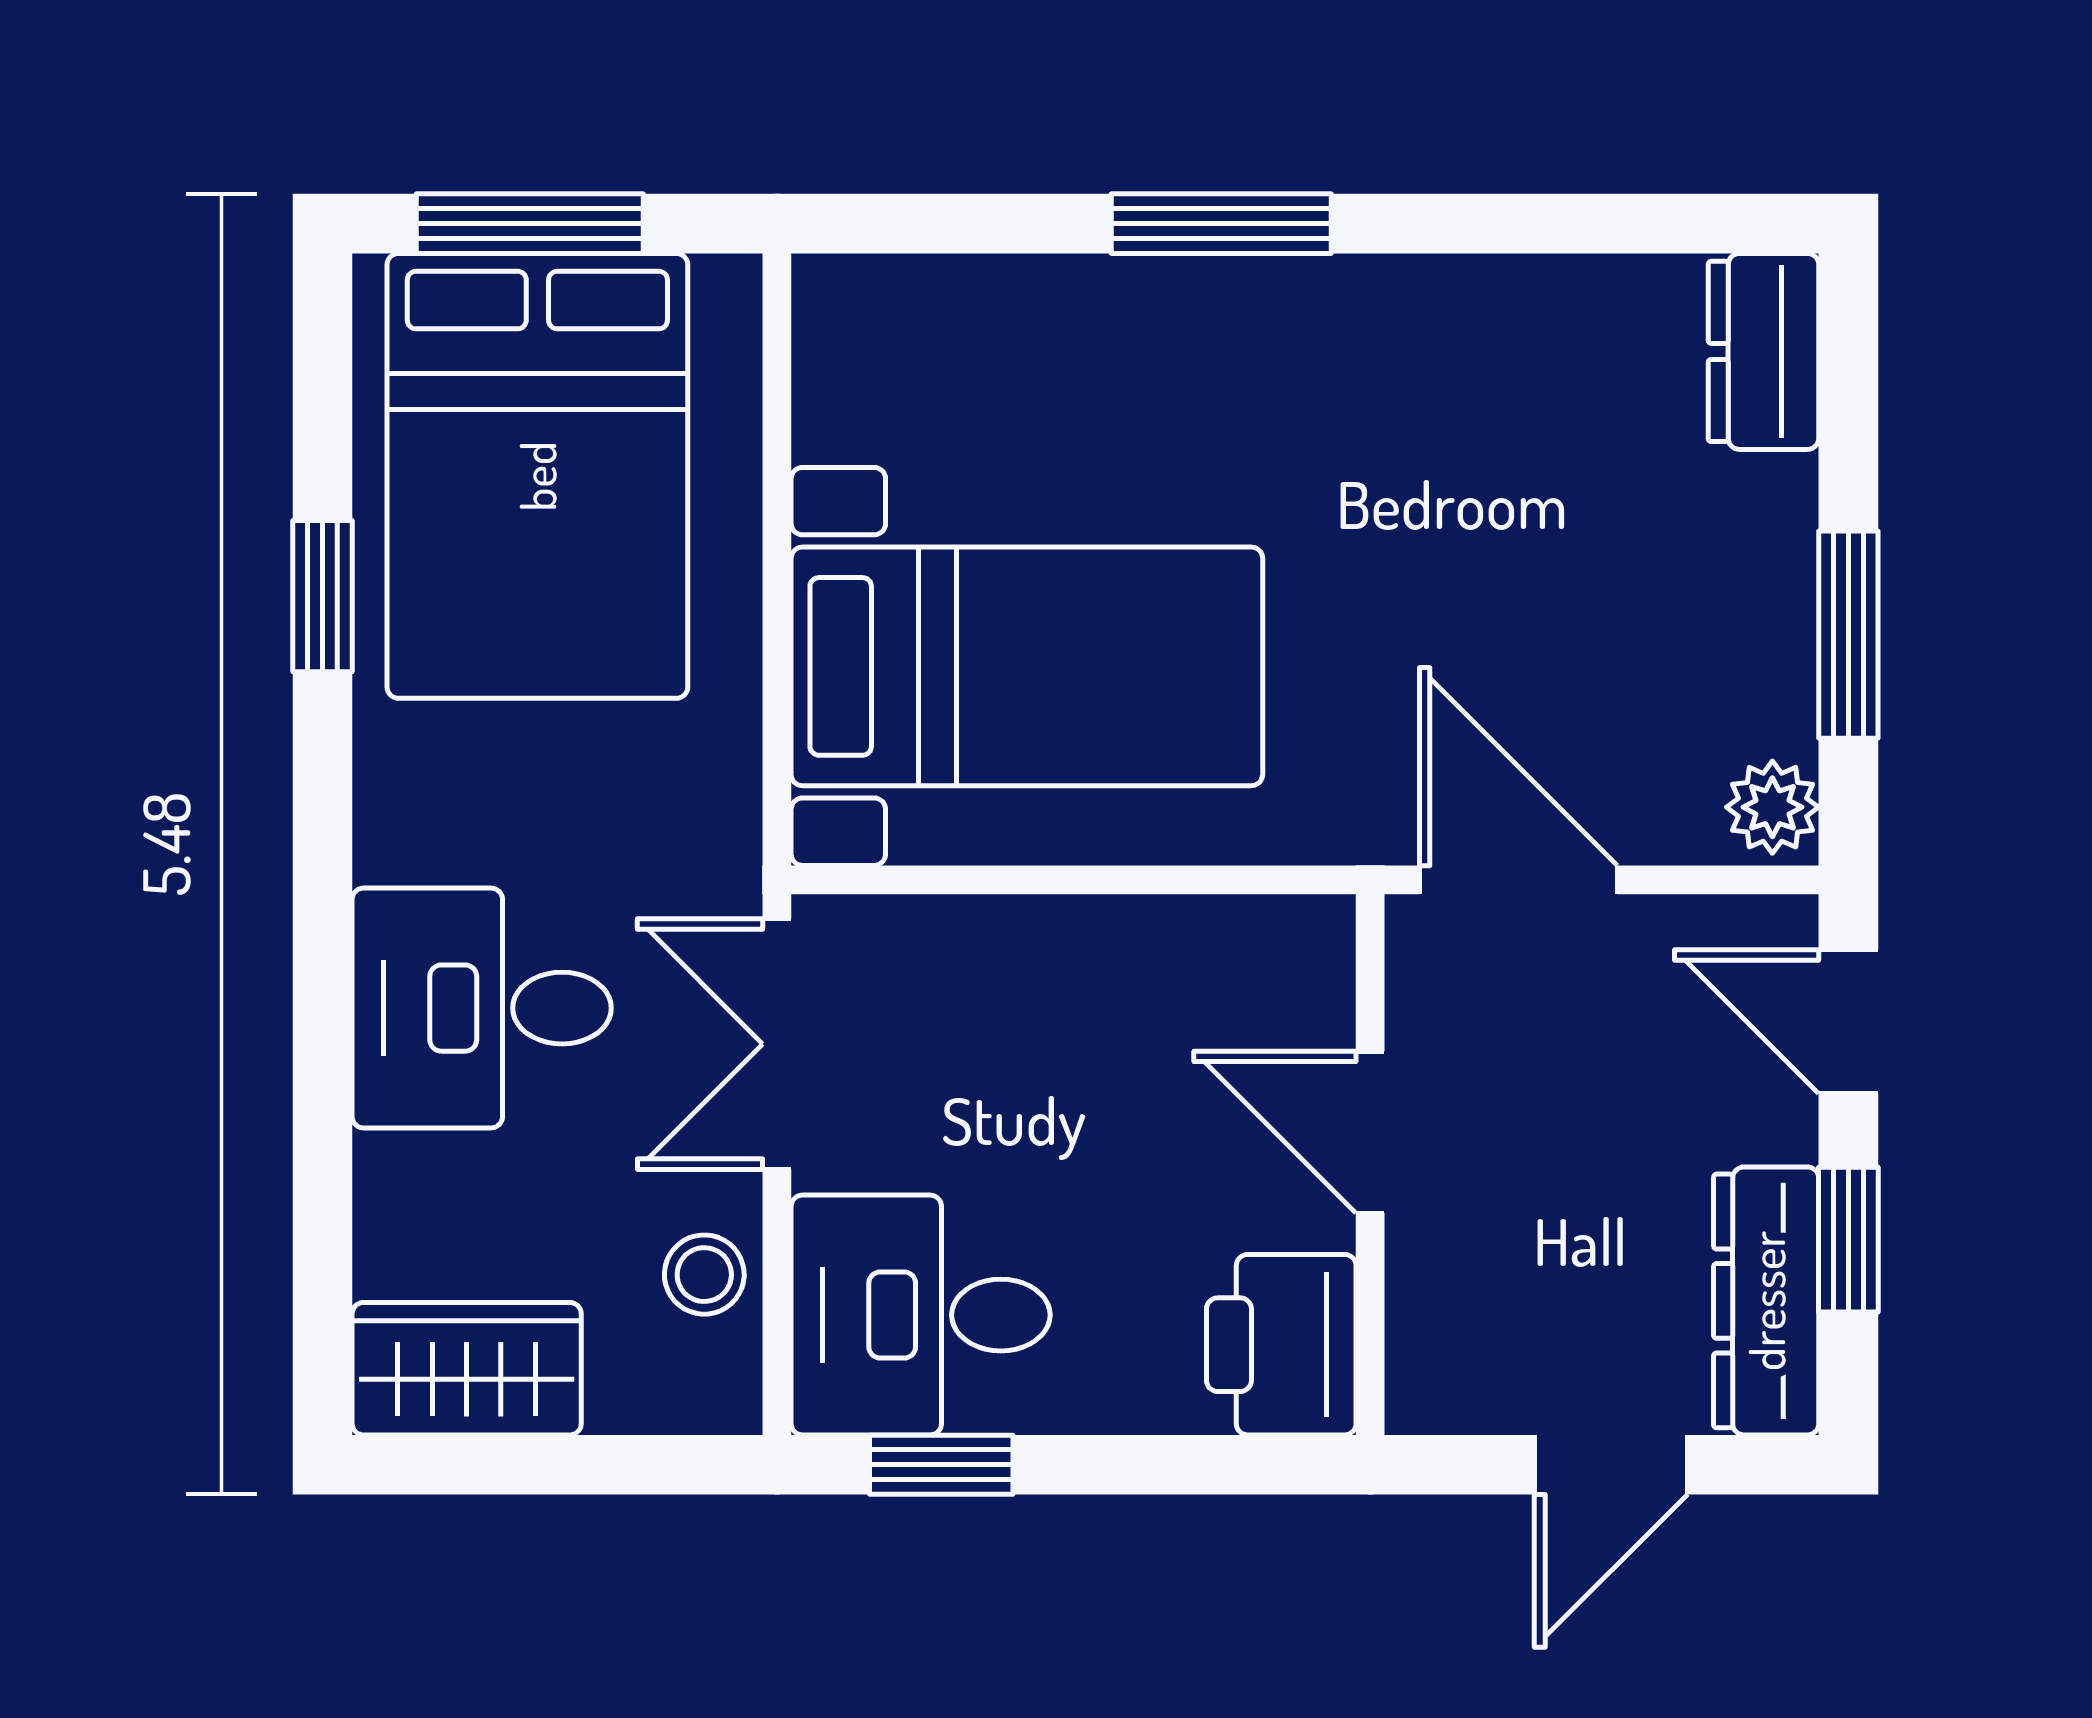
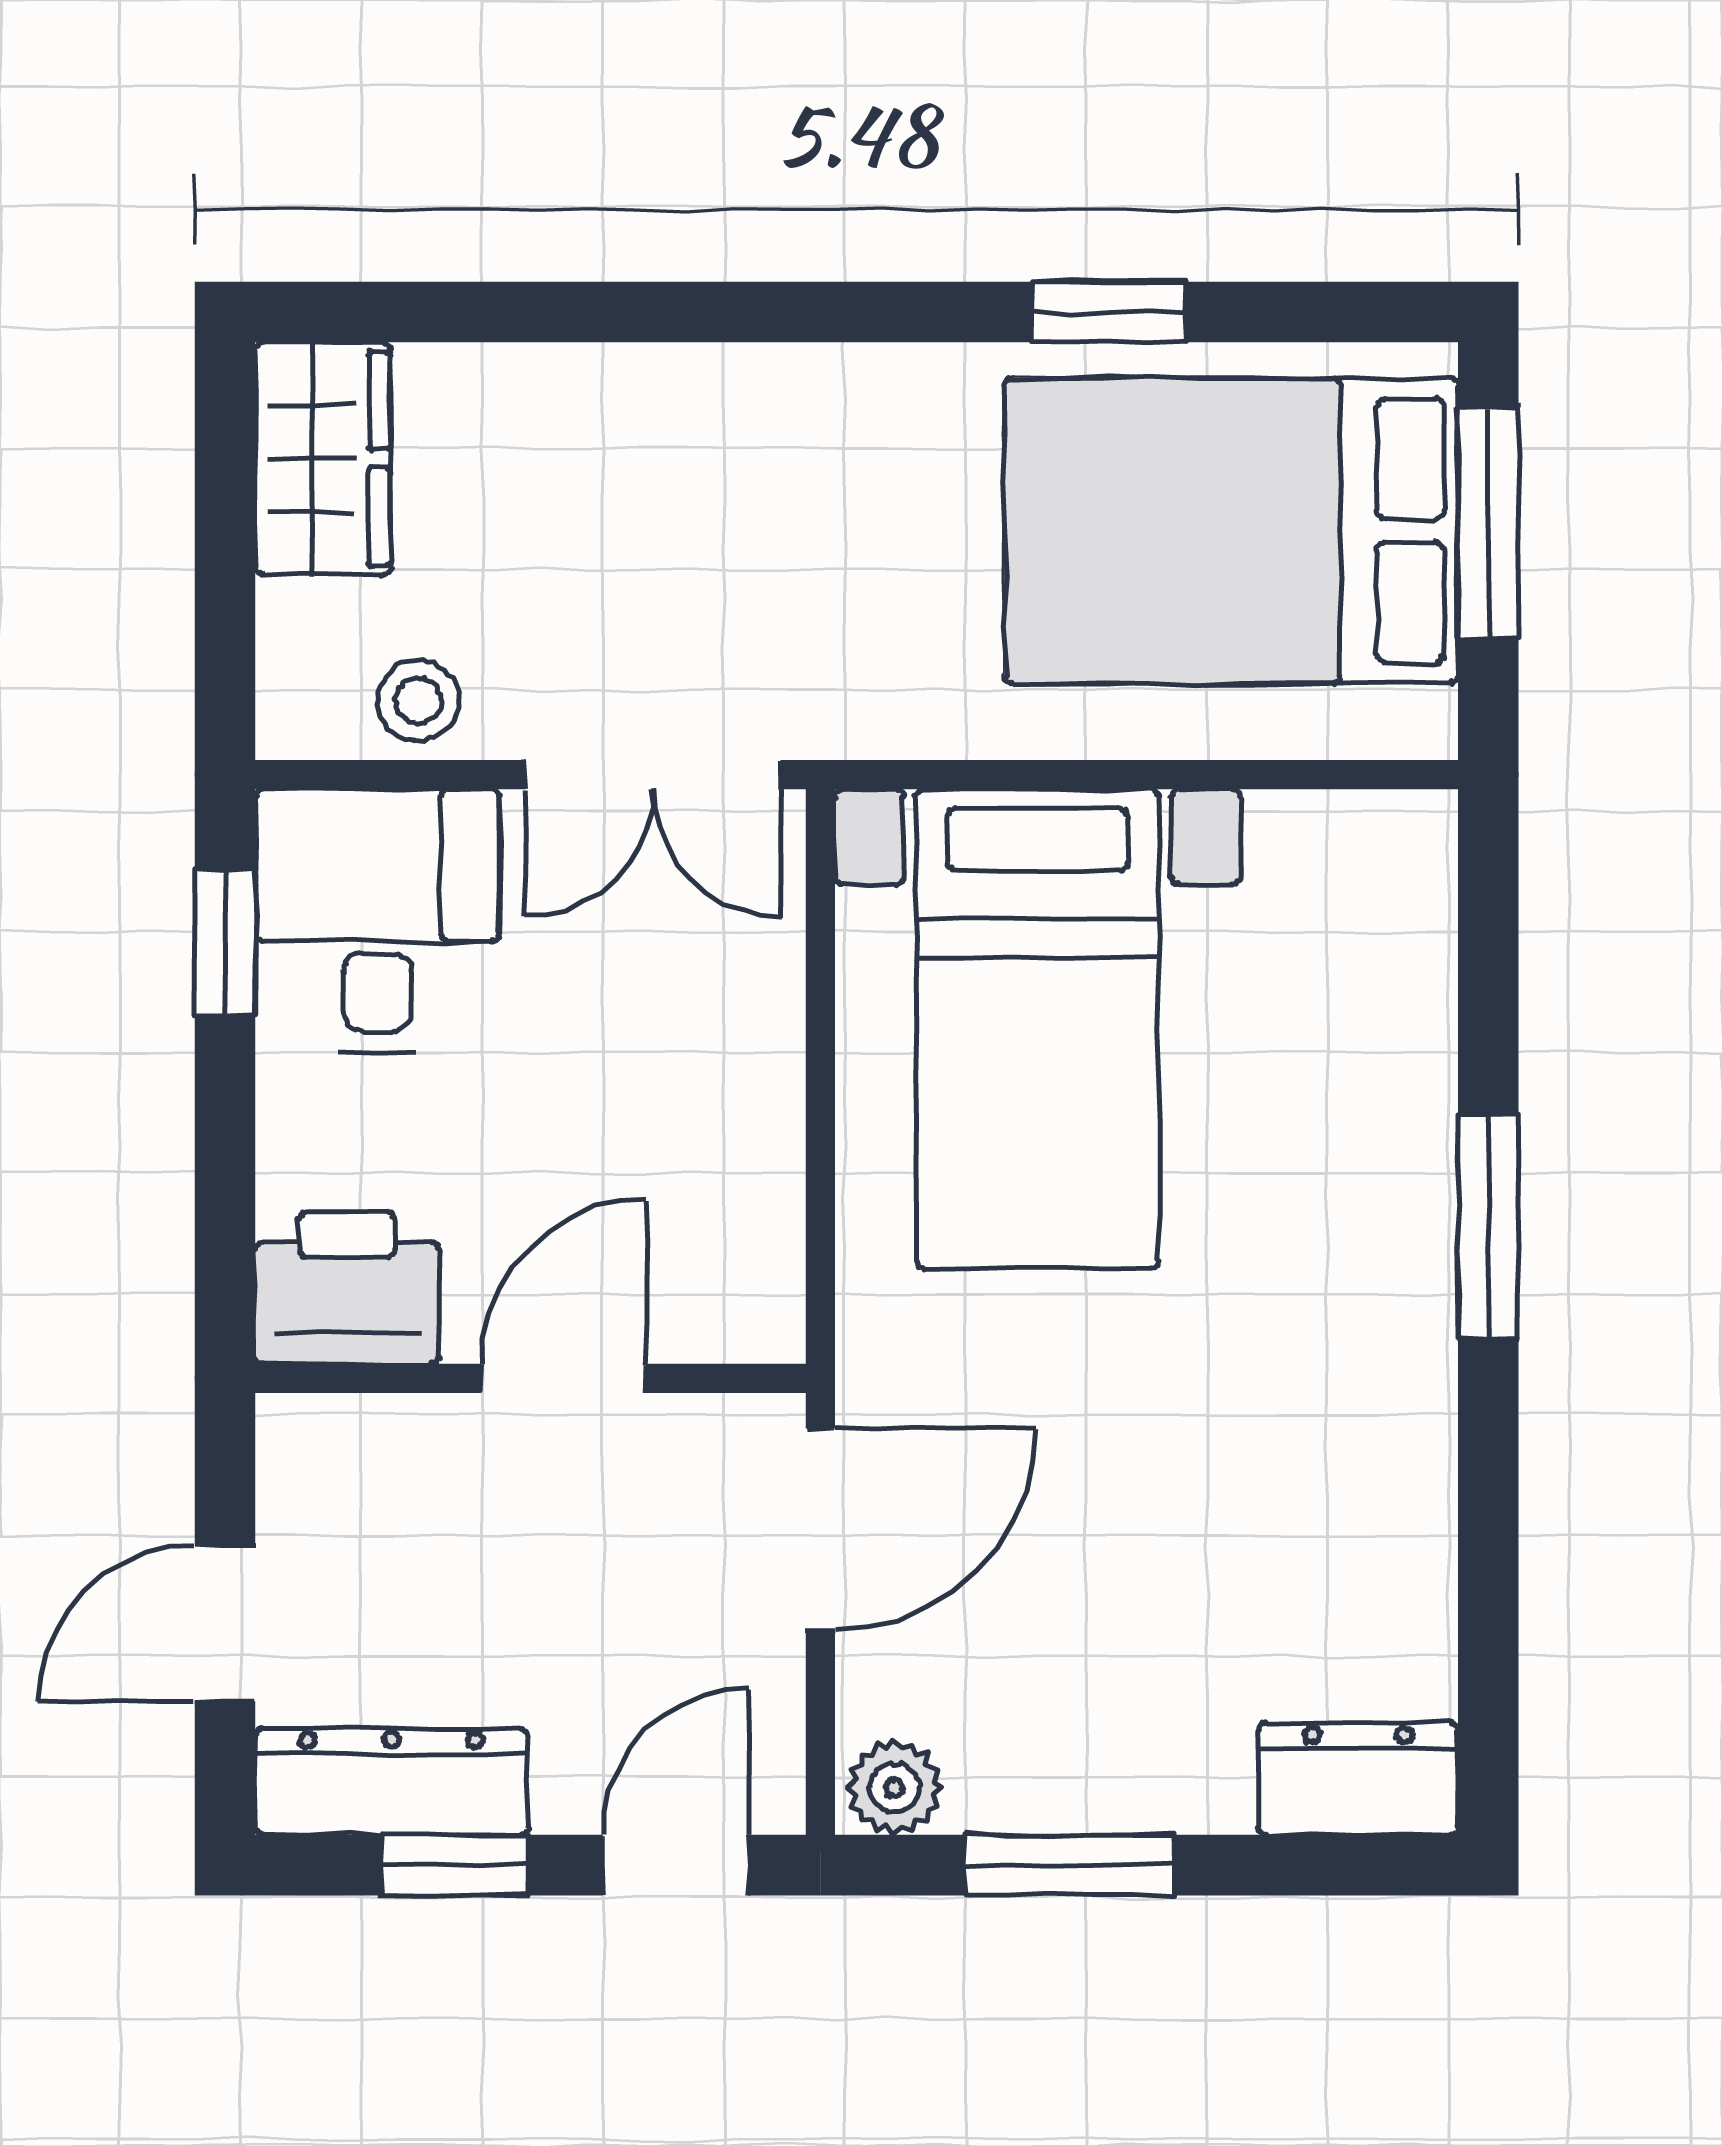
desk: (482, 1008) -> (690, 474), removed
double door: (777, 1044) -> (653, 775), swing flipped
door: (1611, 1465) -> (225, 1624), hinge flipped

